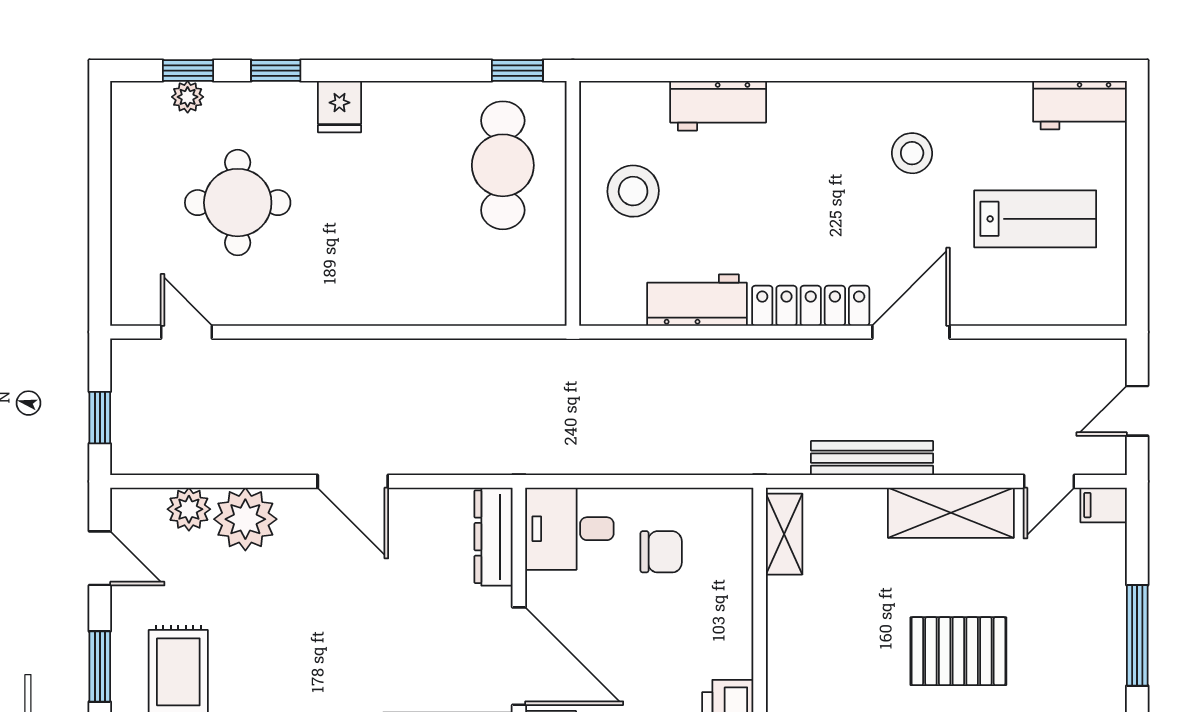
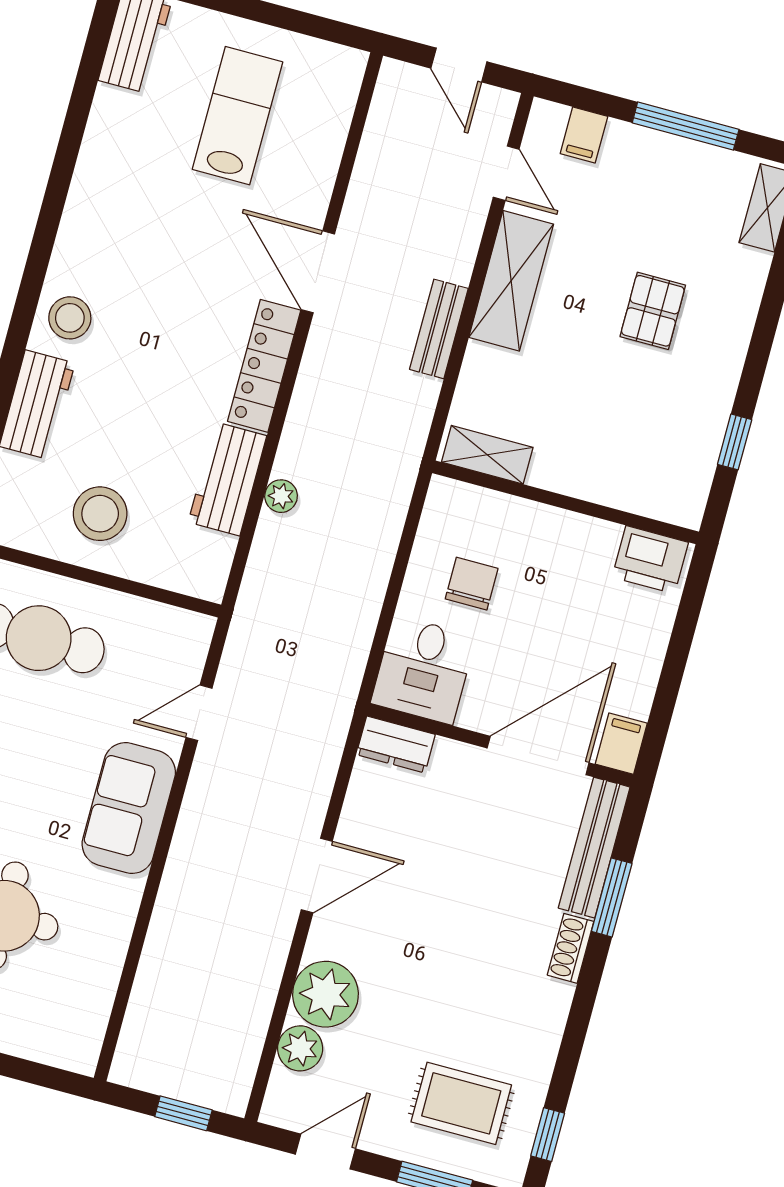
stool: (912, 153) -> (70, 318), moved
sofa: (368, 291) -> (129, 808), added
door: (187, 332) -> (199, 713), moved
plant: (695, 354) -> (281, 496), added
bench: (872, 458) -> (439, 329), width x0.73
filing cabinet: (1104, 505) -> (584, 135), moved
dresser: (494, 537) -> (396, 745), width x0.70
pallet: (958, 651) -> (653, 311), width x0.67, depth x0.71

